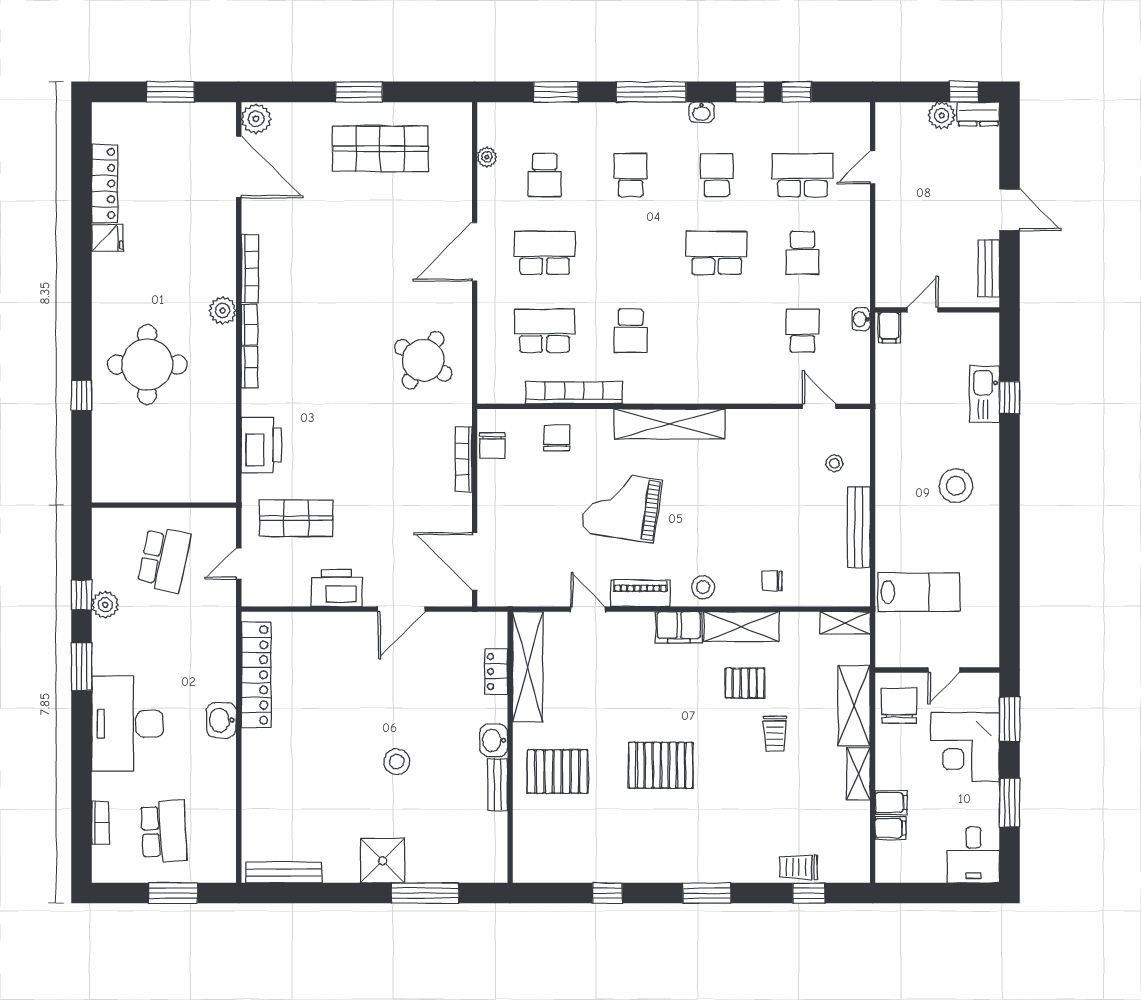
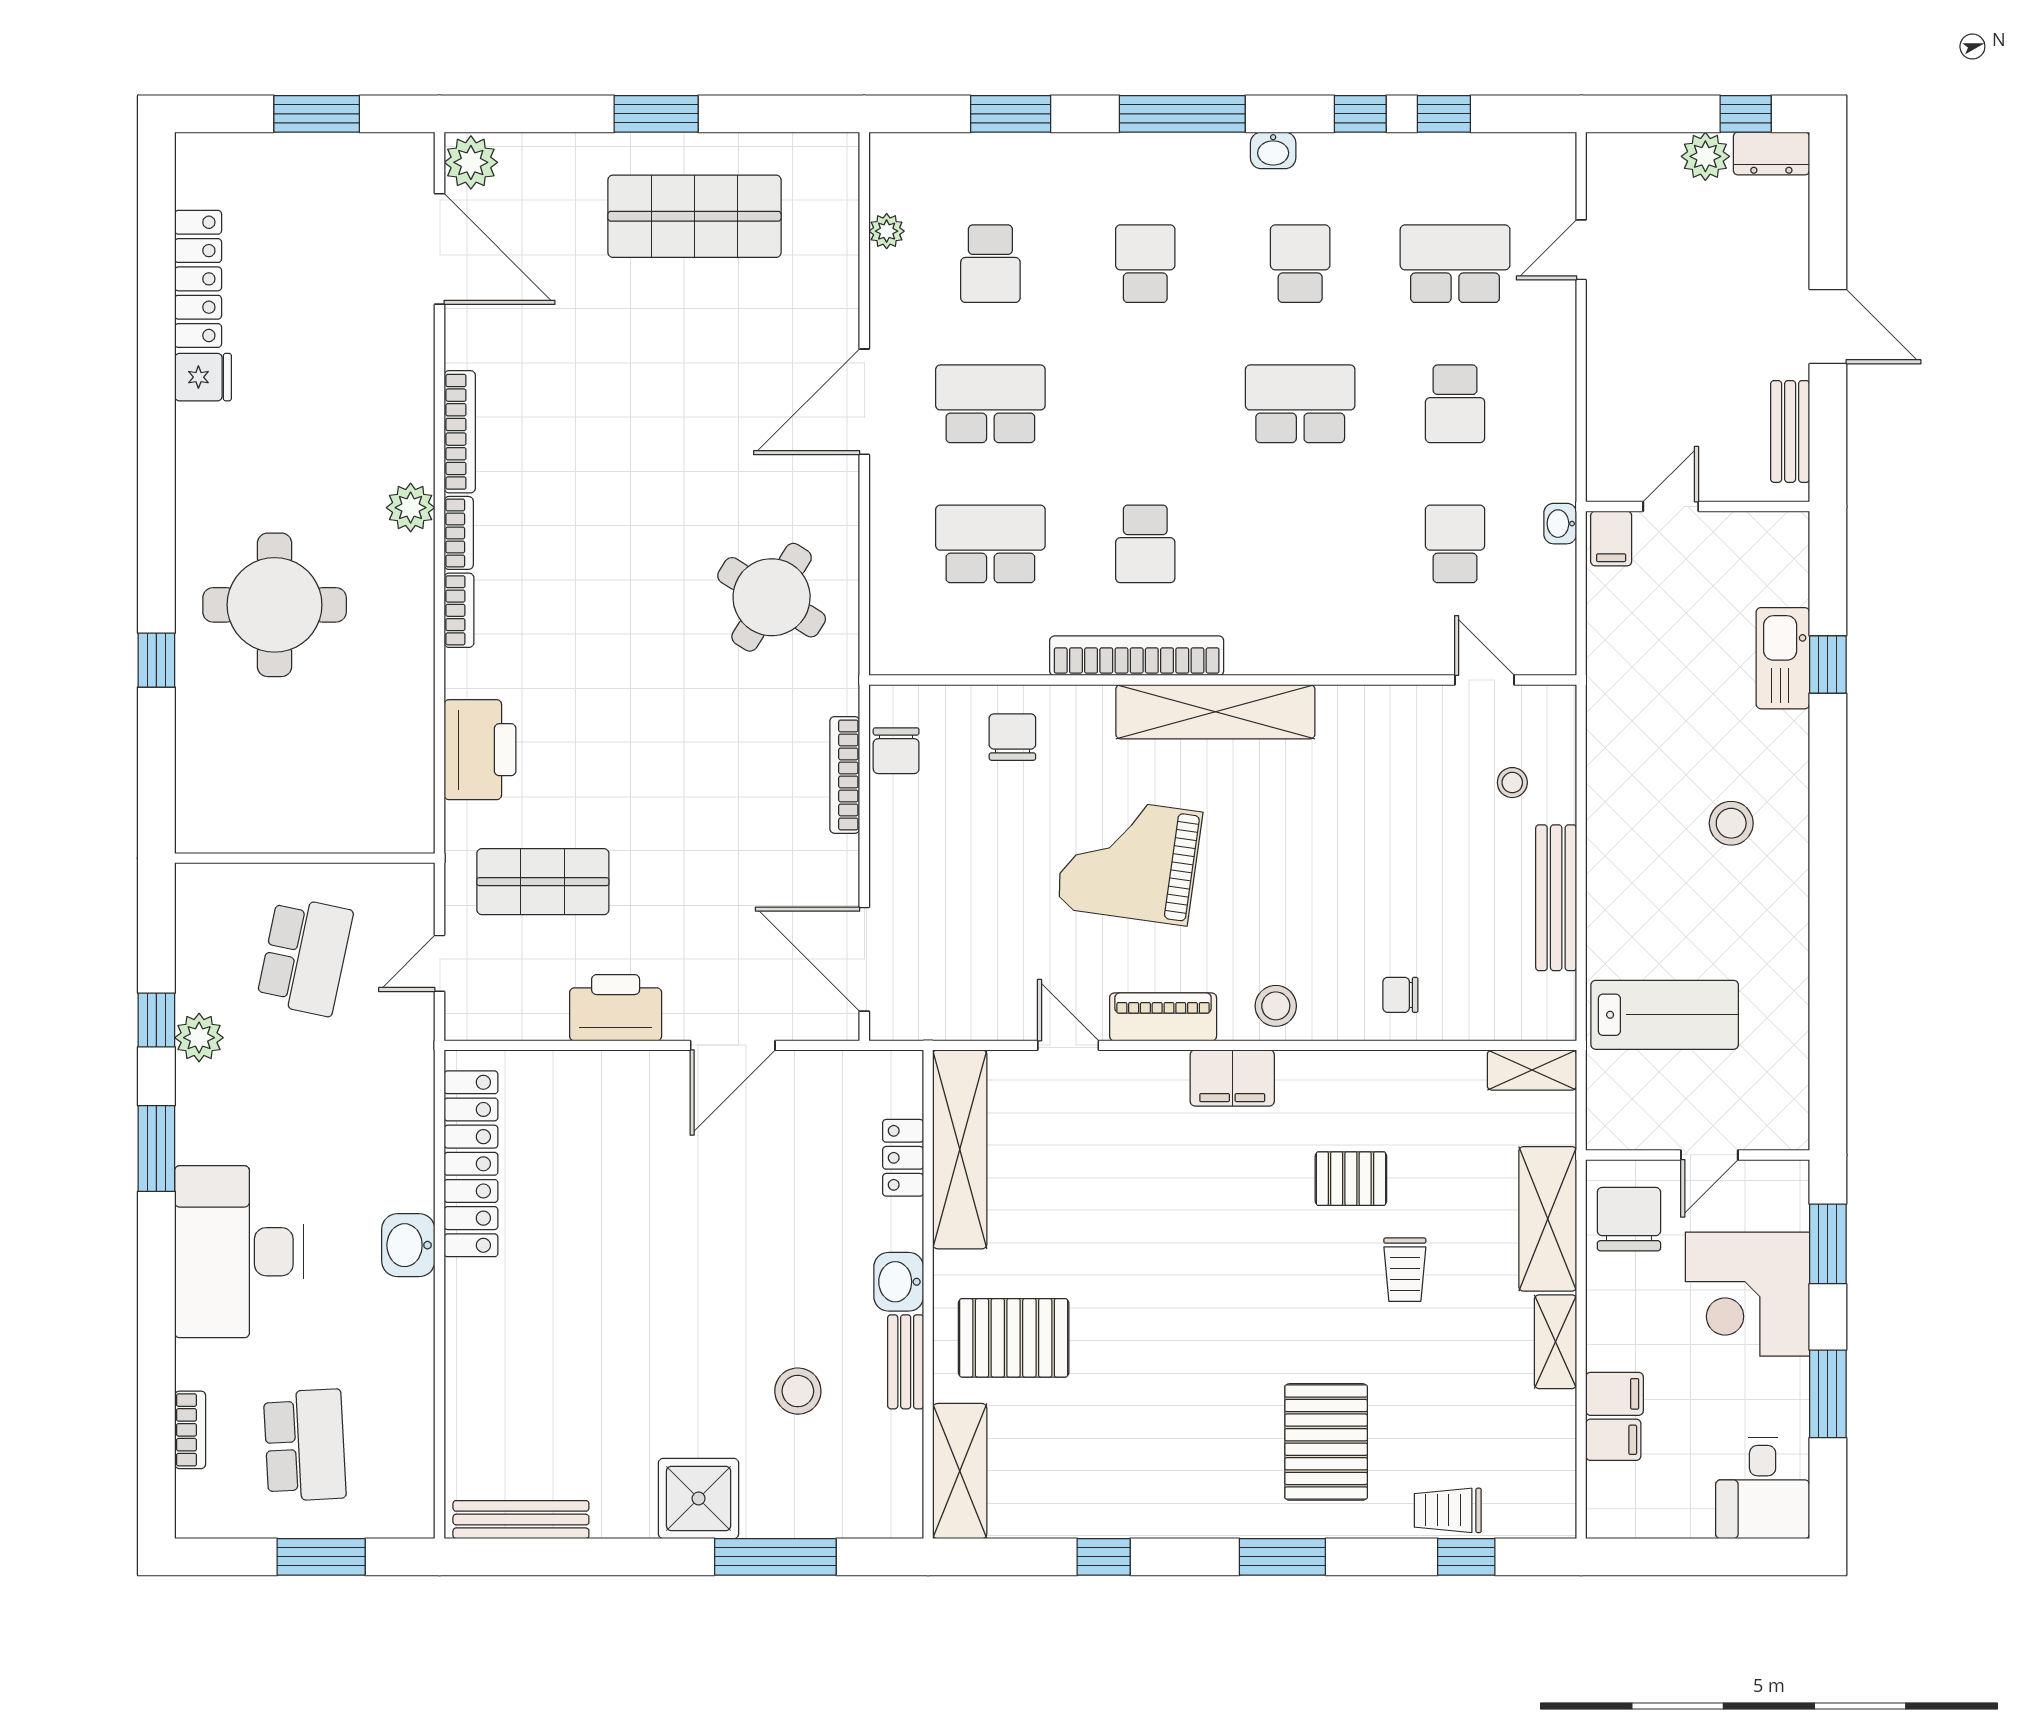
bookcase: (574, 393) -> (1137, 656), moved
stool: (956, 486) -> (1731, 823), width x0.73, depth x0.73
shelving: (742, 627) -> (960, 1471), moved, turned 90
stool: (397, 762) -> (798, 1391), moved
pallet: (661, 765) -> (1326, 1442), moved, turned 90

